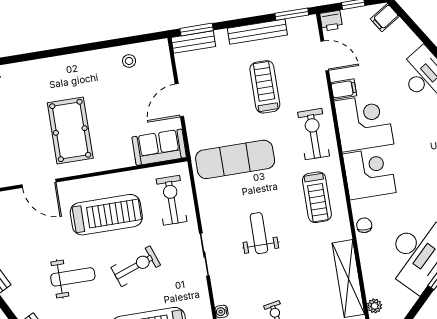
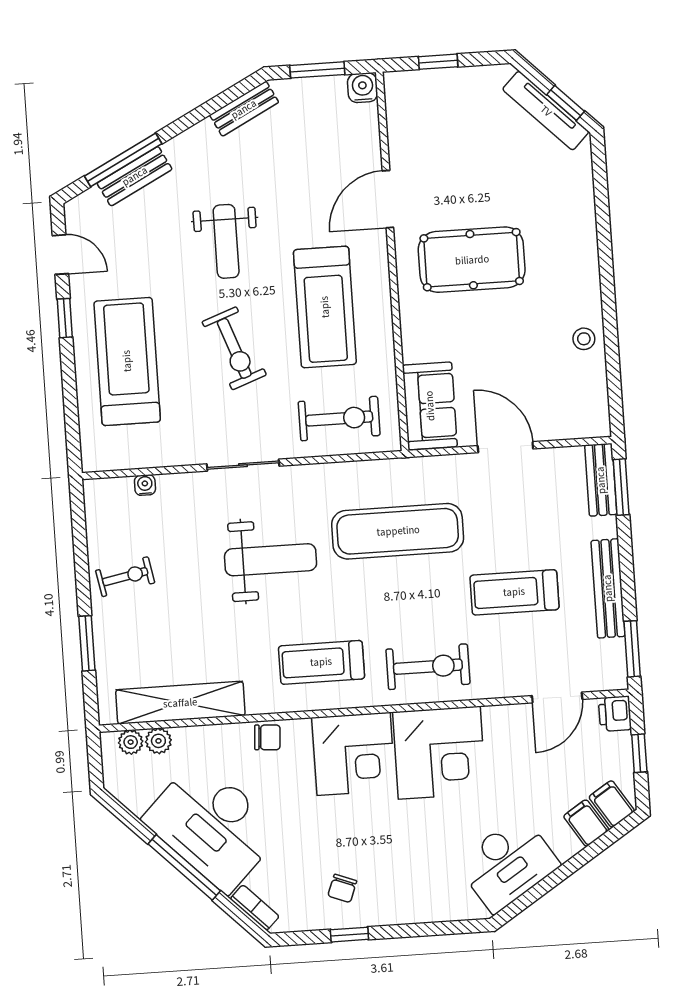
stool: (129, 61) -> (584, 339), moved
treadmill: (265, 87) -> (514, 592), turned 180
filing cabinet: (344, 89) -> (586, 823), moved, turned 147
exercise mat: (235, 159) -> (398, 531), turned 90
weight bench: (259, 233) -> (271, 560), width x1.36, depth x1.33
plant: (372, 289) -> (158, 741), added

